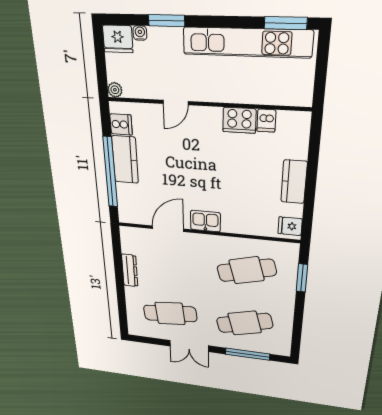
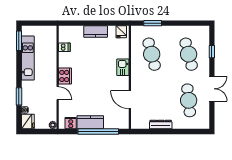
kitchen unit: (247, 42) -> (28, 58), width x0.73
cooker: (239, 120) -> (65, 76), moved
kitchen sink: (205, 221) -> (123, 67), moved
window: (247, 354) -> (212, 52), width x0.46

